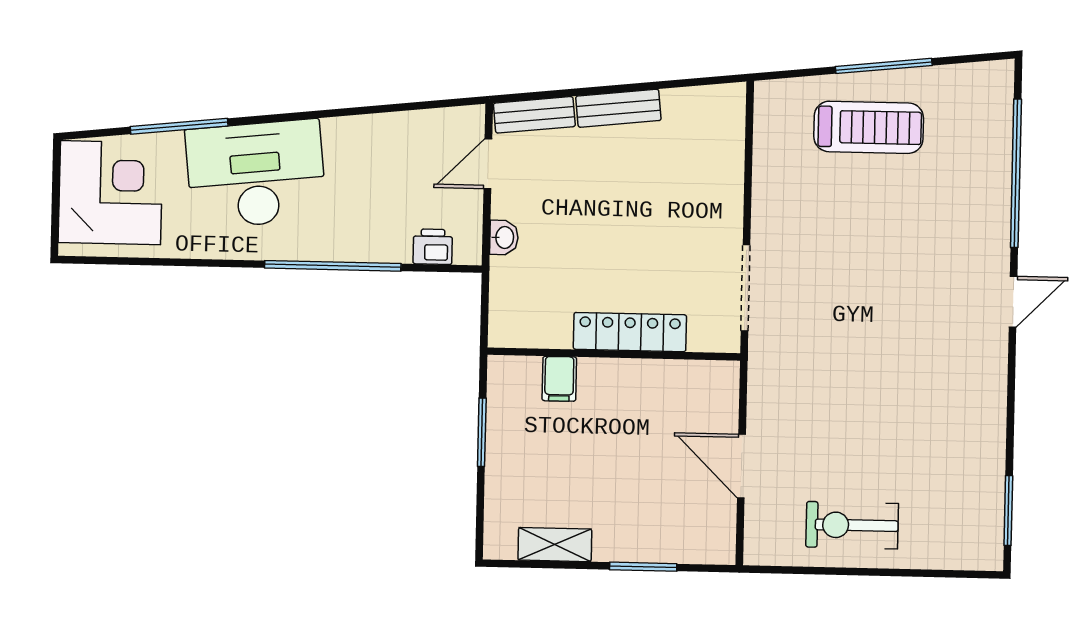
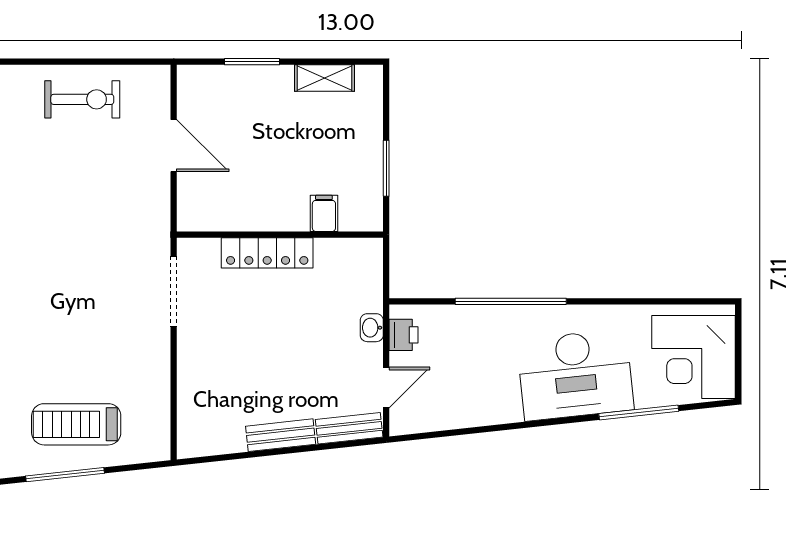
printer: (433, 247) -> (404, 335), moved, turned -90

